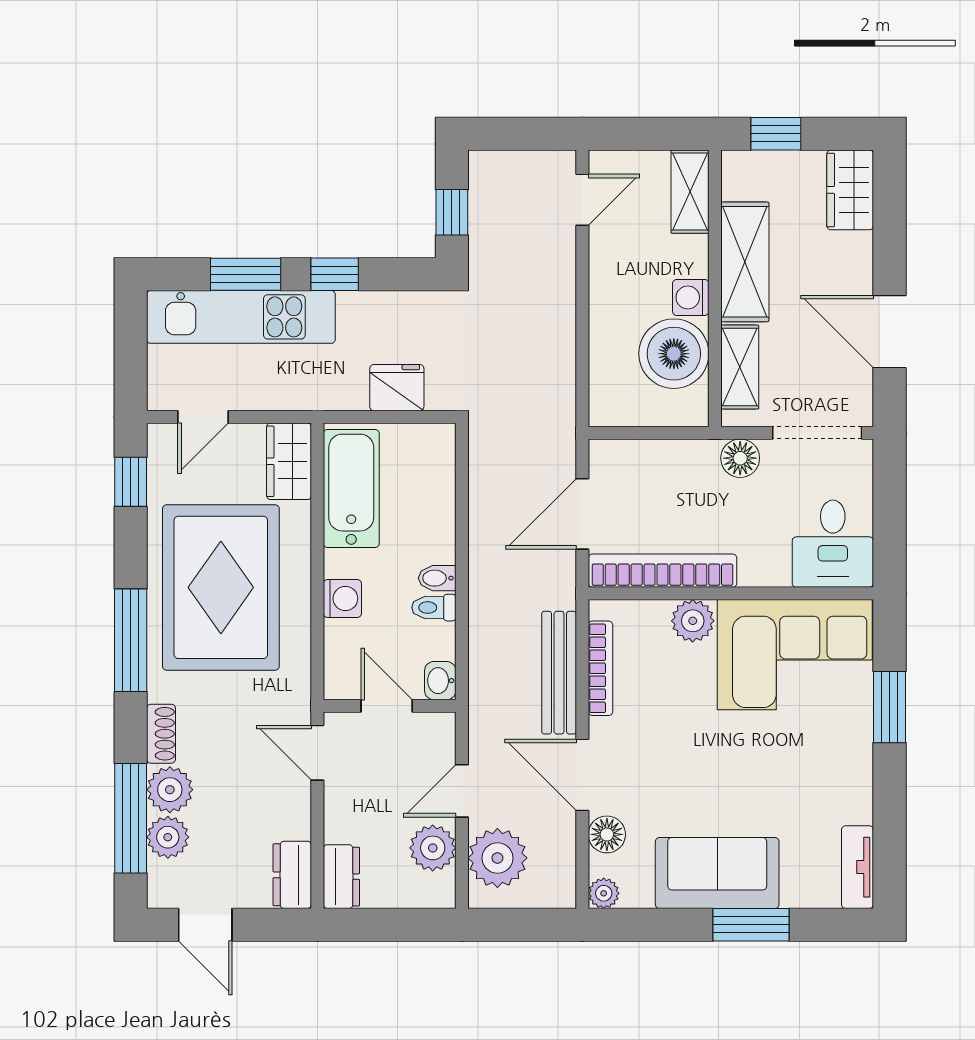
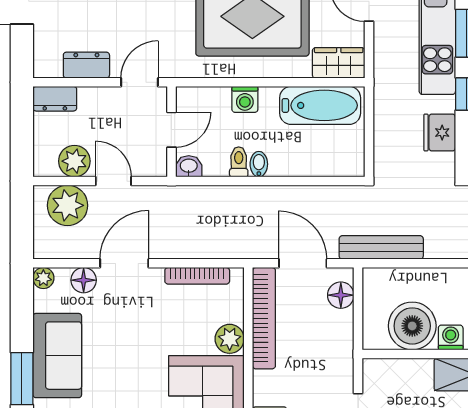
shelving: (740, 367) -> (403, 371), removed
fridge: (397, 388) -> (440, 133), moved, turned 180
floor lamp: (740, 458) -> (341, 295), moved
bench: (559, 673) -> (381, 247), moved
dresser: (292, 875) -> (86, 65), moved

